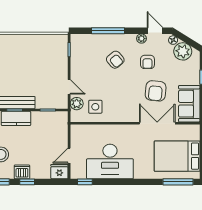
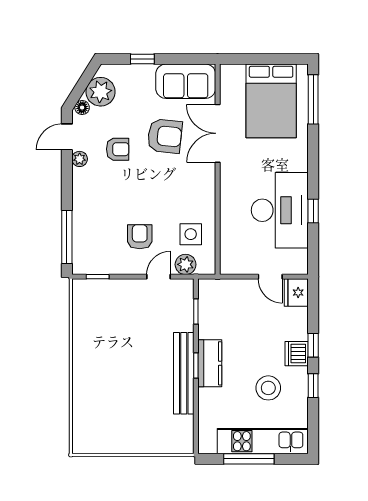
window: (108, 31) -> (67, 237), moved
armchair: (115, 60) -> (140, 237), moved, turned -50
window: (85, 182) -> (313, 211), moved

